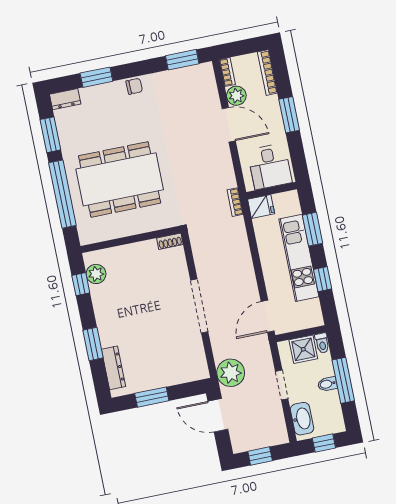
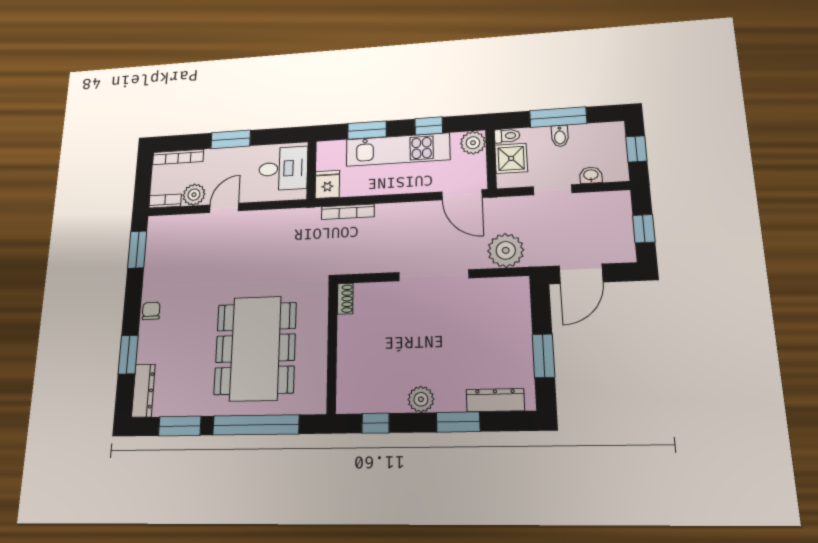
dresser: (65, 99) -> (143, 390), width x1.44
door: (229, 125) -> (224, 208), width x0.73
bookcase: (235, 202) -> (348, 212), moved, width x1.56
plant: (96, 274) -> (421, 399), moved
plant: (313, 317) -> (473, 143), added
plant: (231, 373) -> (506, 250), moved
washbasin: (302, 419) -> (591, 175), width x0.52, depth x0.69

